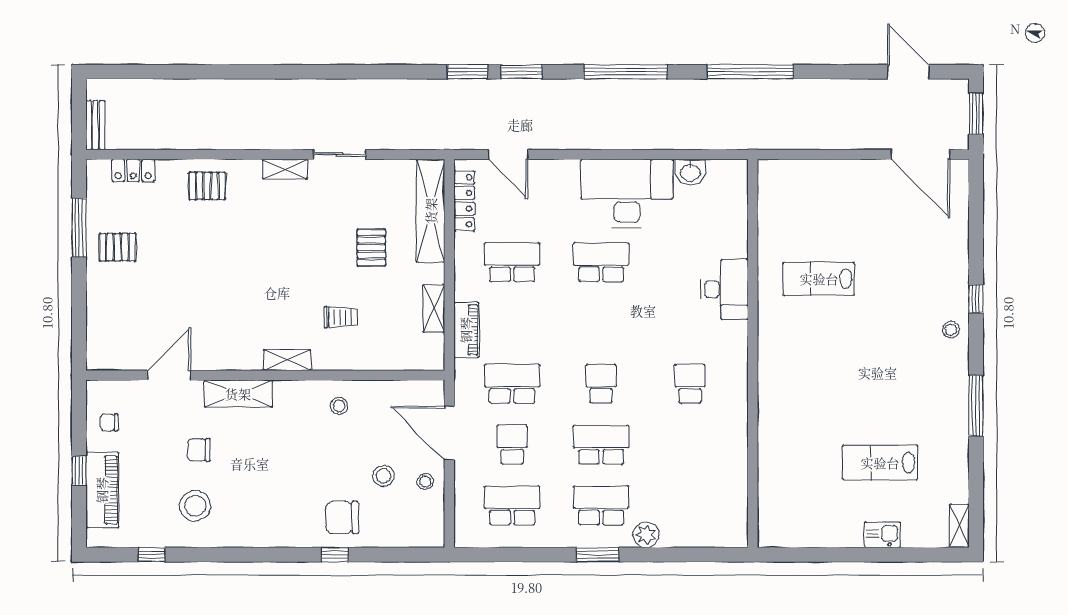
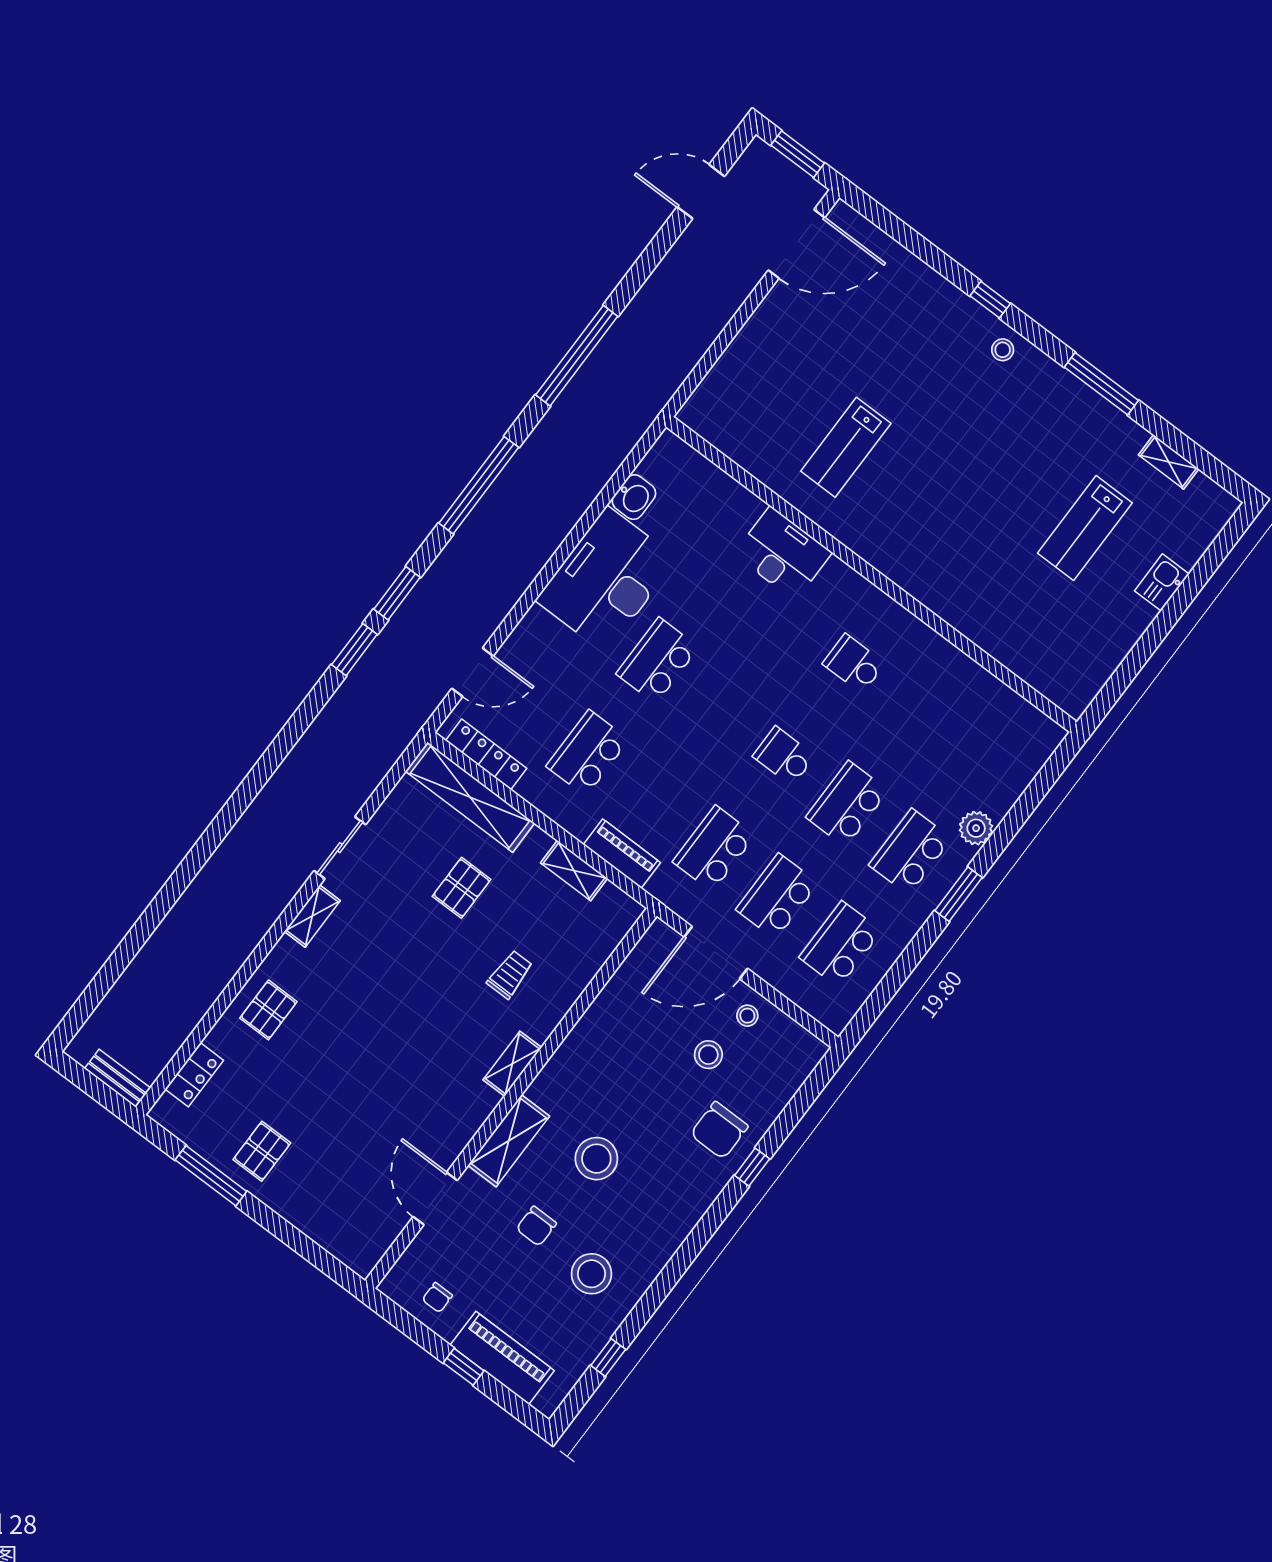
pallet: (371, 248) -> (462, 888), turned 90
stool: (339, 406) -> (596, 1159), moved, width x1.89, depth x1.89
school desk: (512, 445) -> (777, 896), width x1.85
shelving: (959, 526) -> (1169, 462), moved

